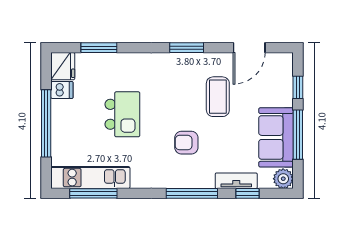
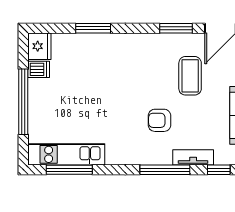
window: (99, 48) -> (93, 28), moved
window: (187, 48) -> (176, 28), moved
kitchen island: (122, 114) -> (97, 93), removed
tv unit: (236, 181) -> (193, 157), moved

